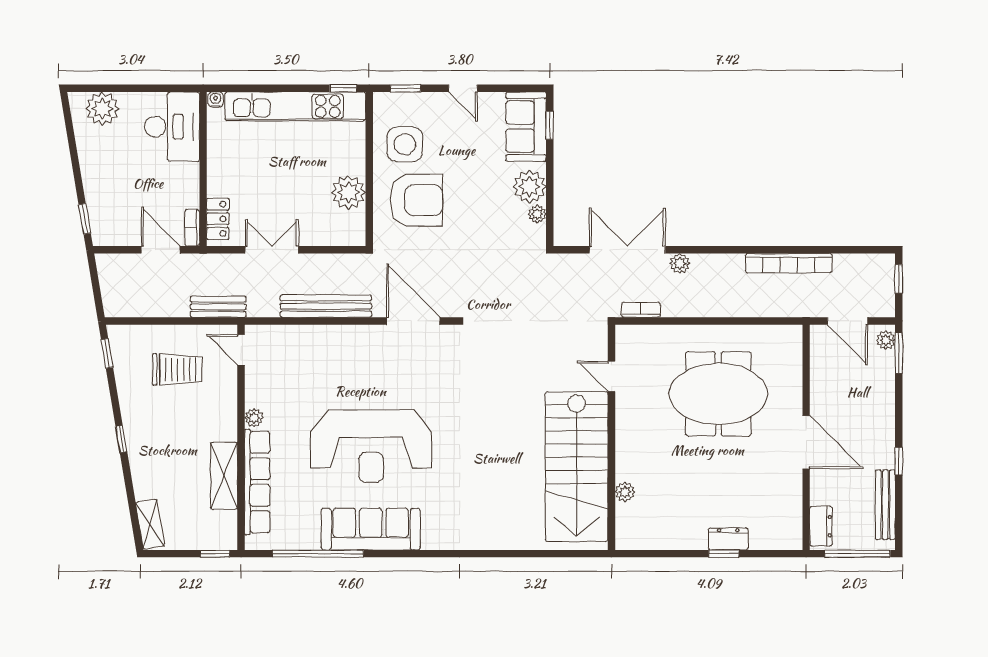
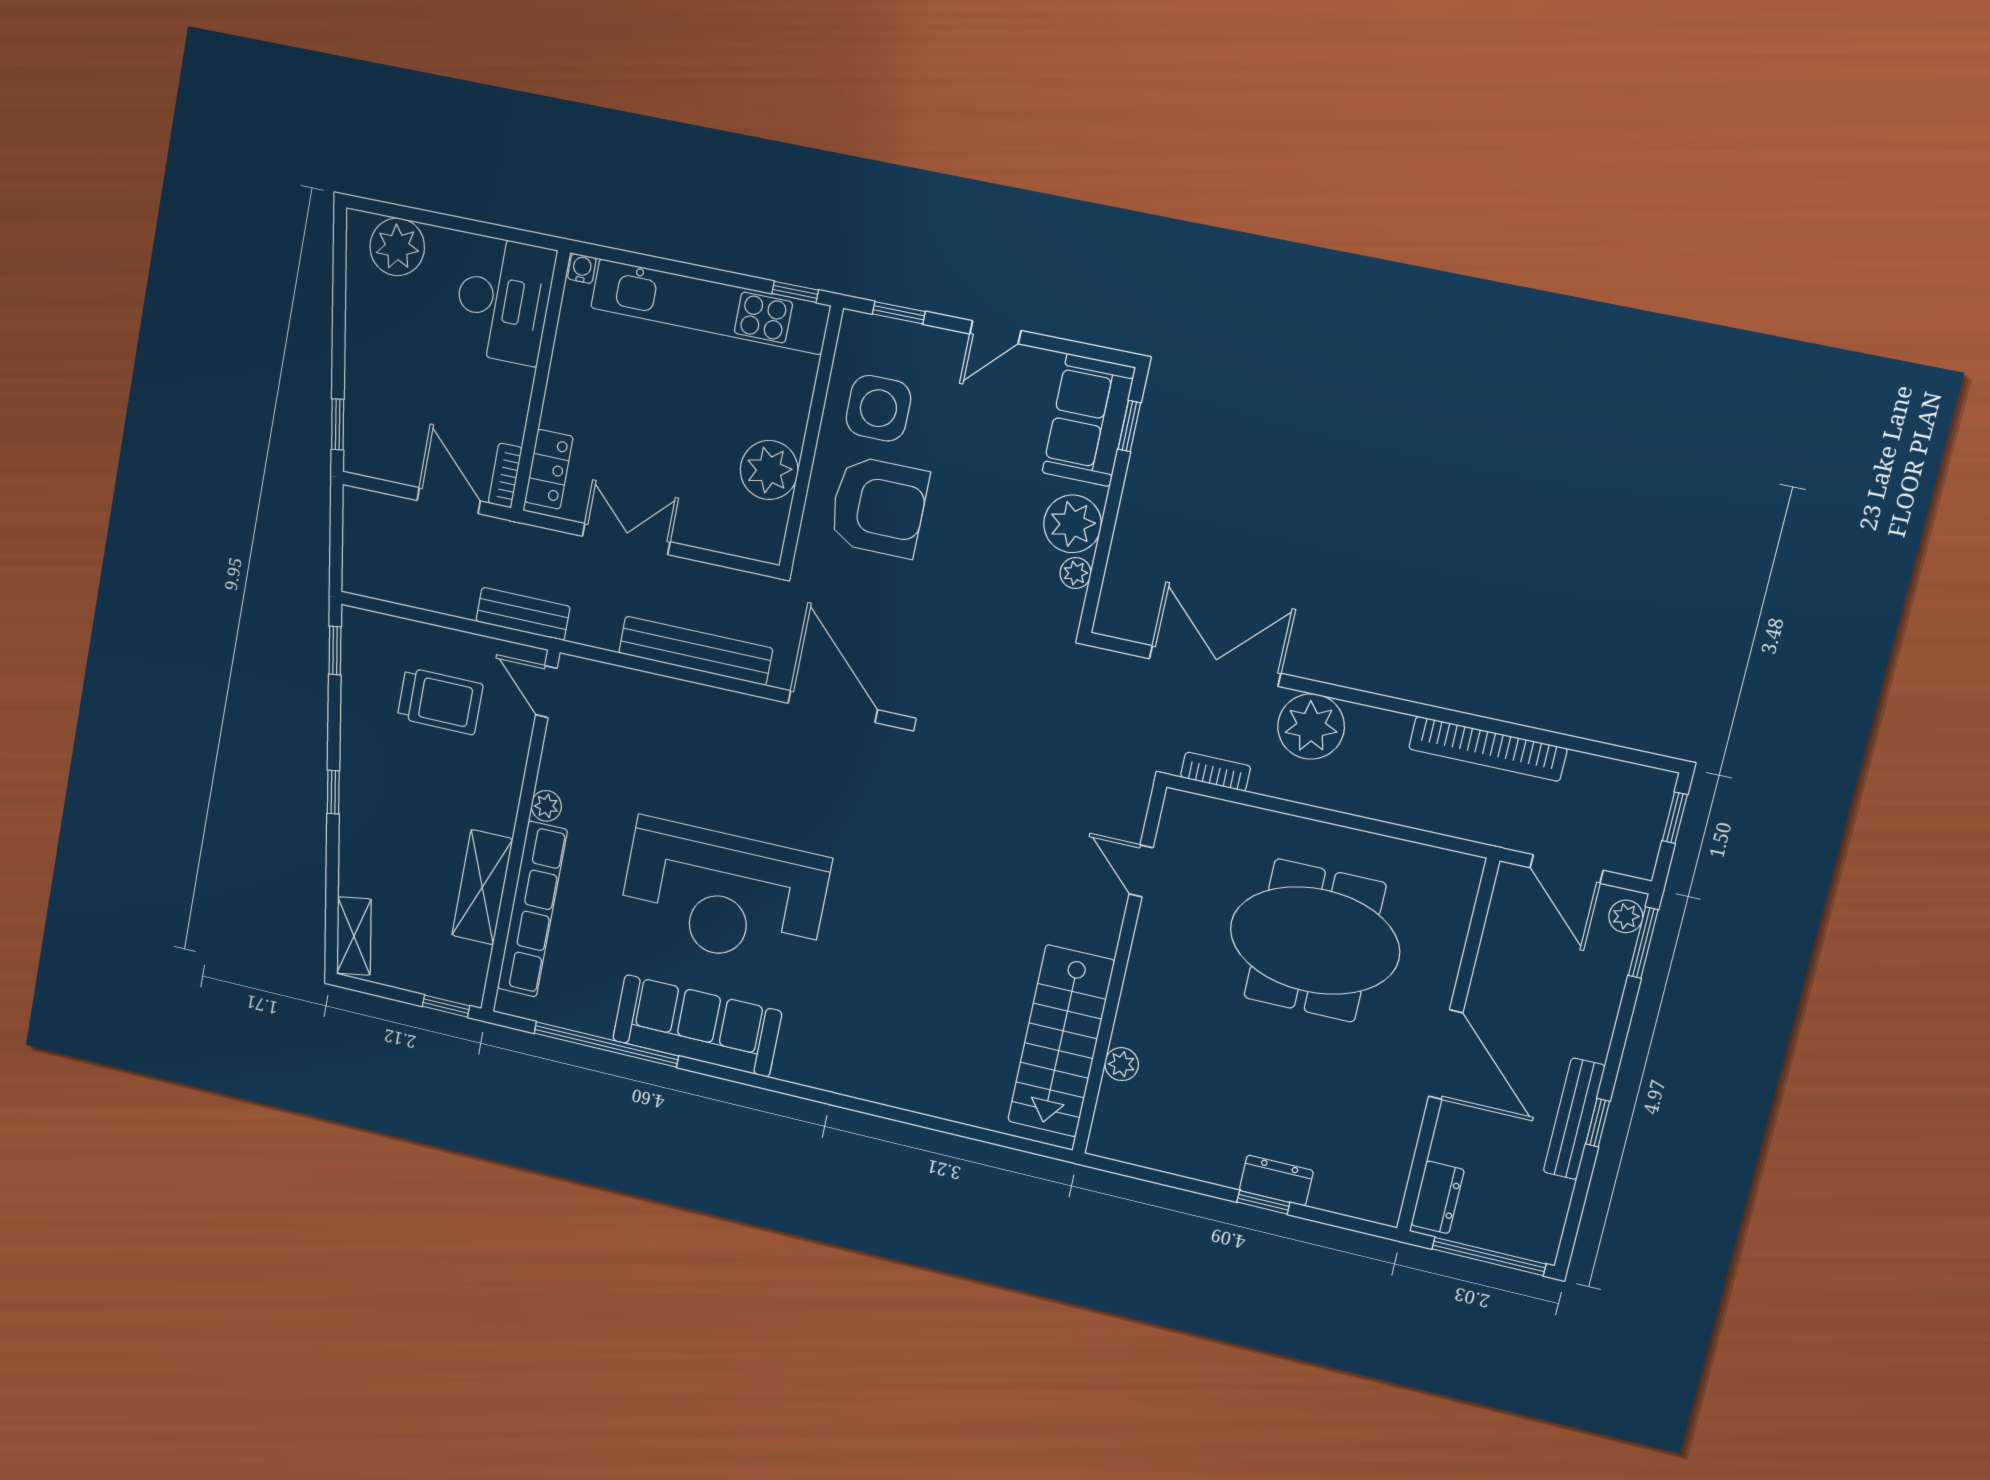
door: (463, 88) -> (995, 332), hinge flipped
plant: (680, 263) -> (1311, 727), width x1.87, depth x1.87
stairs: (577, 467) -> (1061, 1041), width x0.73, depth x0.66
bench: (885, 505) -> (1574, 1119), moved

